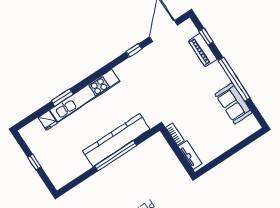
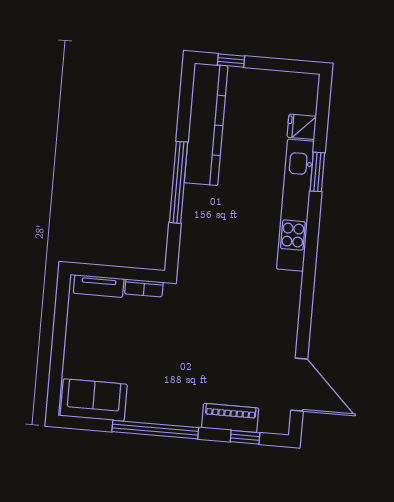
window: (134, 50) -> (305, 323), removed
sofa: (234, 103) -> (94, 400), moved
kitchen counter: (116, 140) -> (206, 124), moved
window: (34, 162) -> (231, 61), moved

